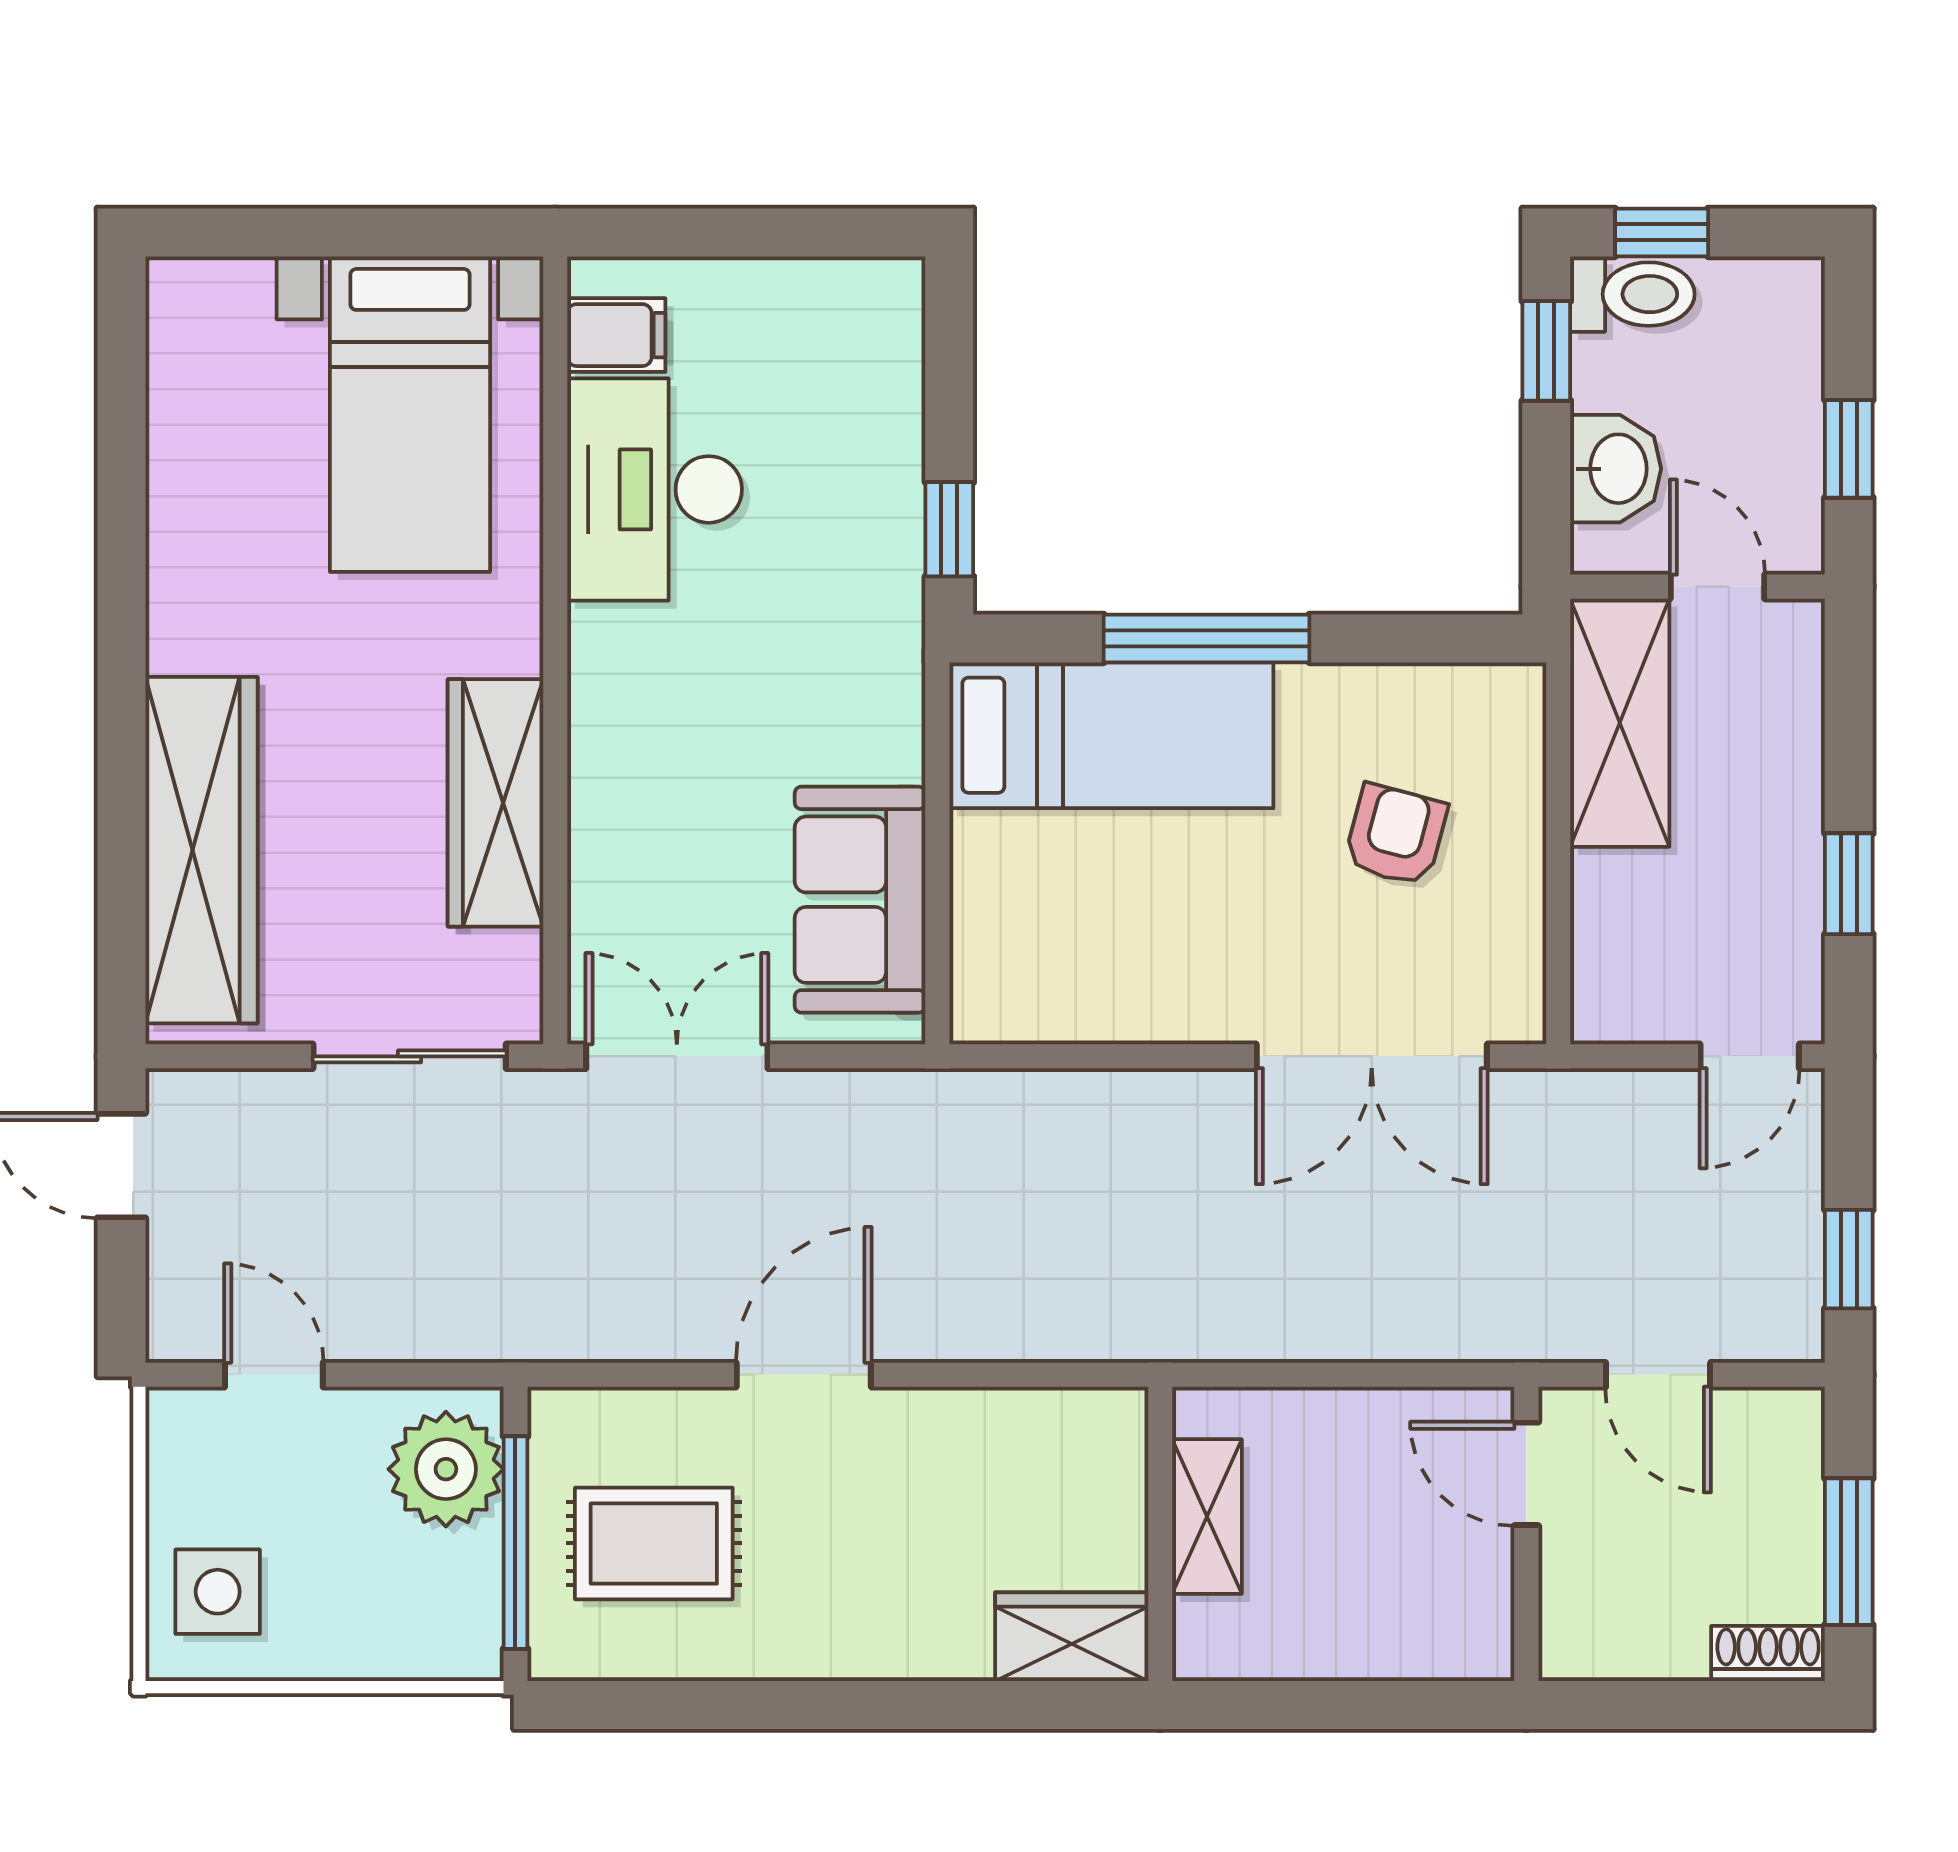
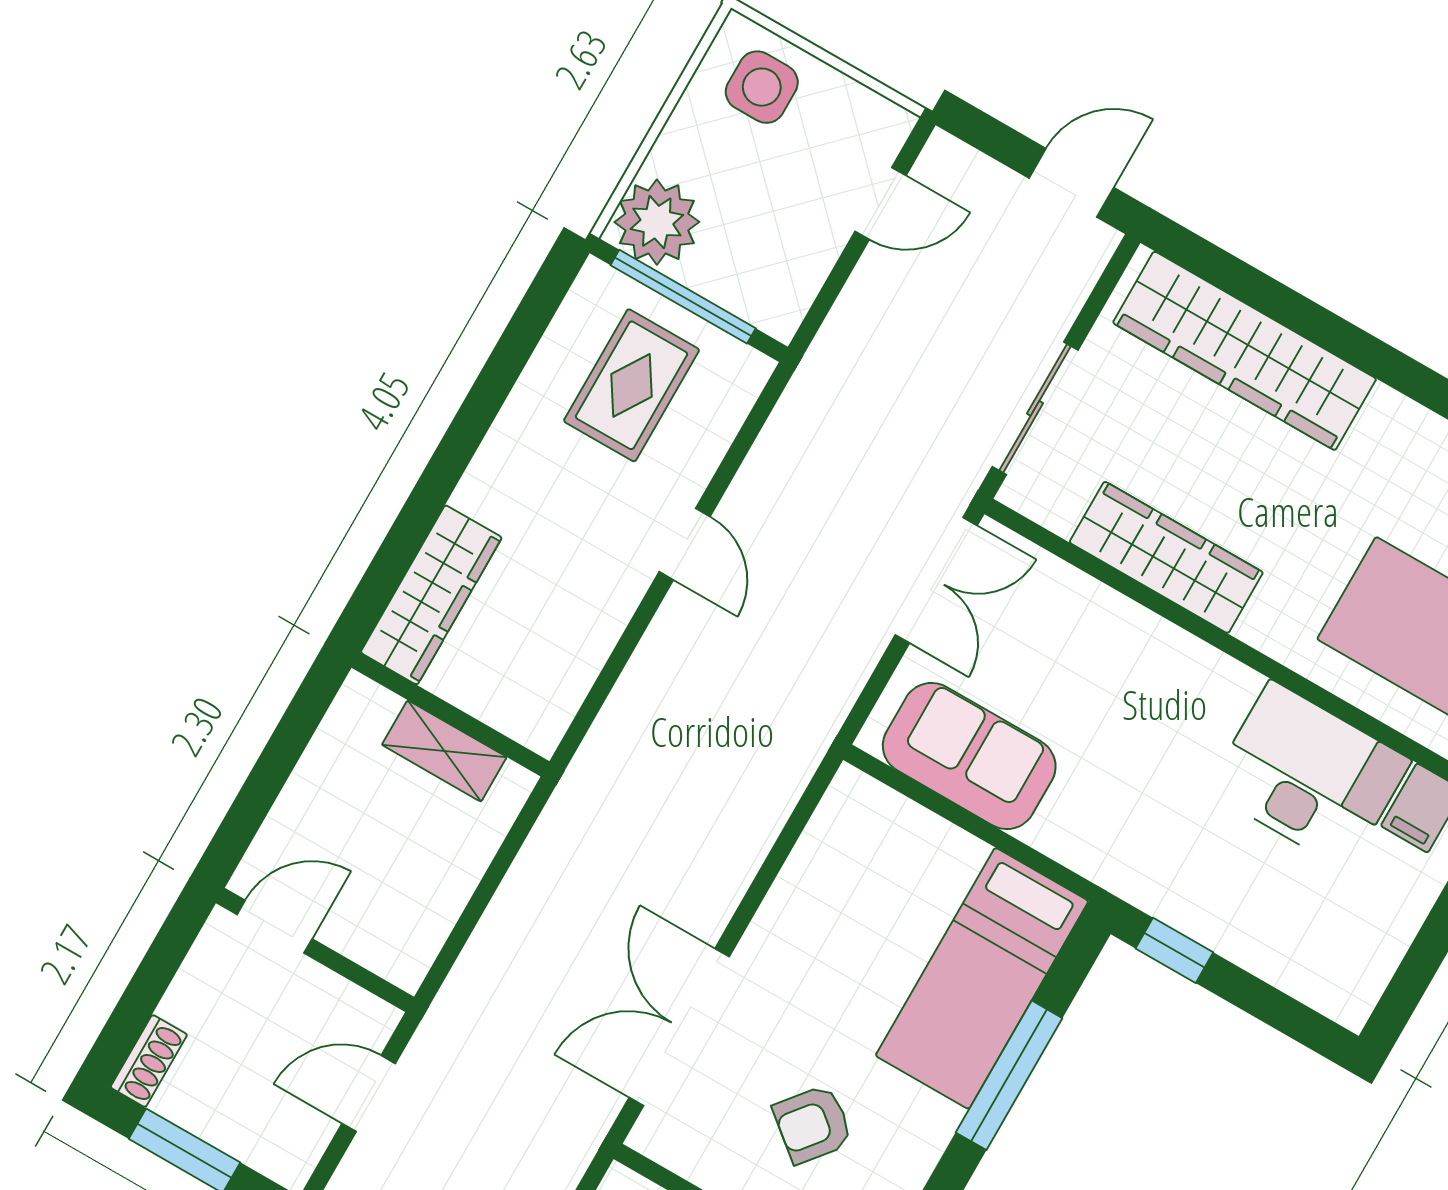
armchair: (1396, 835) -> (813, 1124), turned 114
door: (804, 1375) -> (685, 544), width x0.73
plant: (446, 1469) -> (657, 222), moved
door: (1526, 1474) -> (275, 927), moved
wardrobe: (1072, 1637) -> (431, 595), width x1.50

